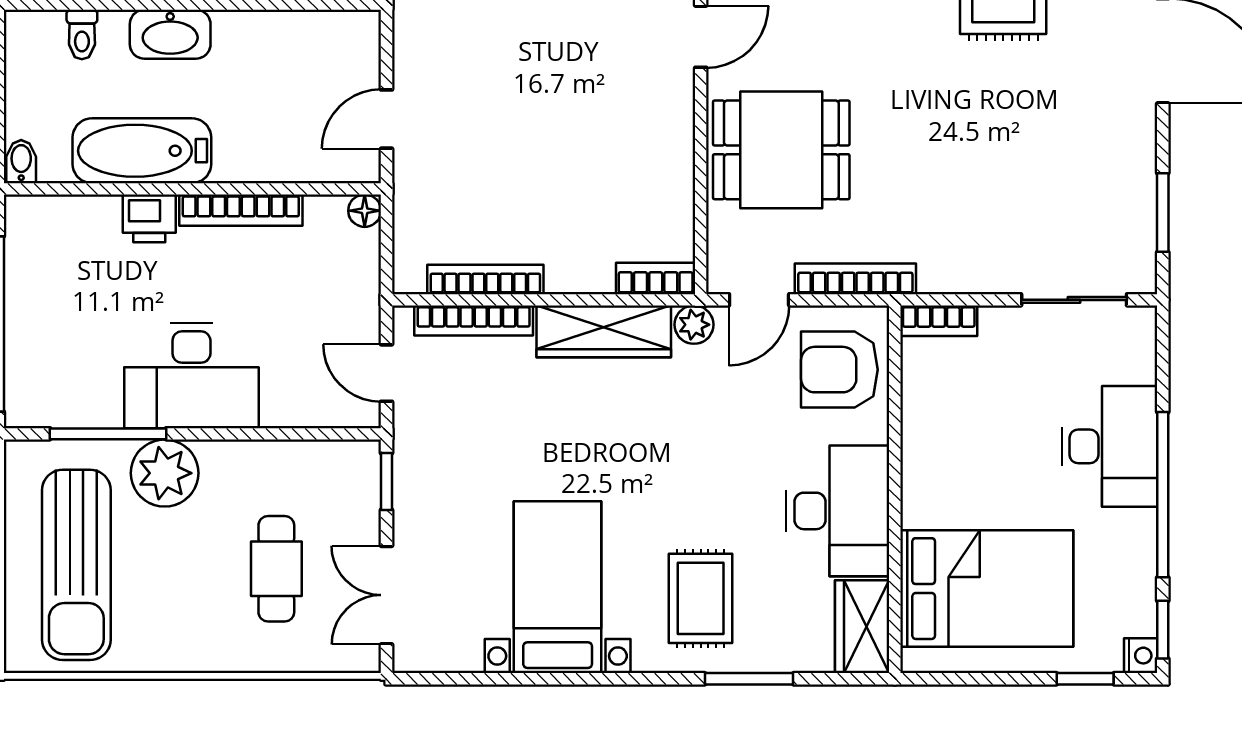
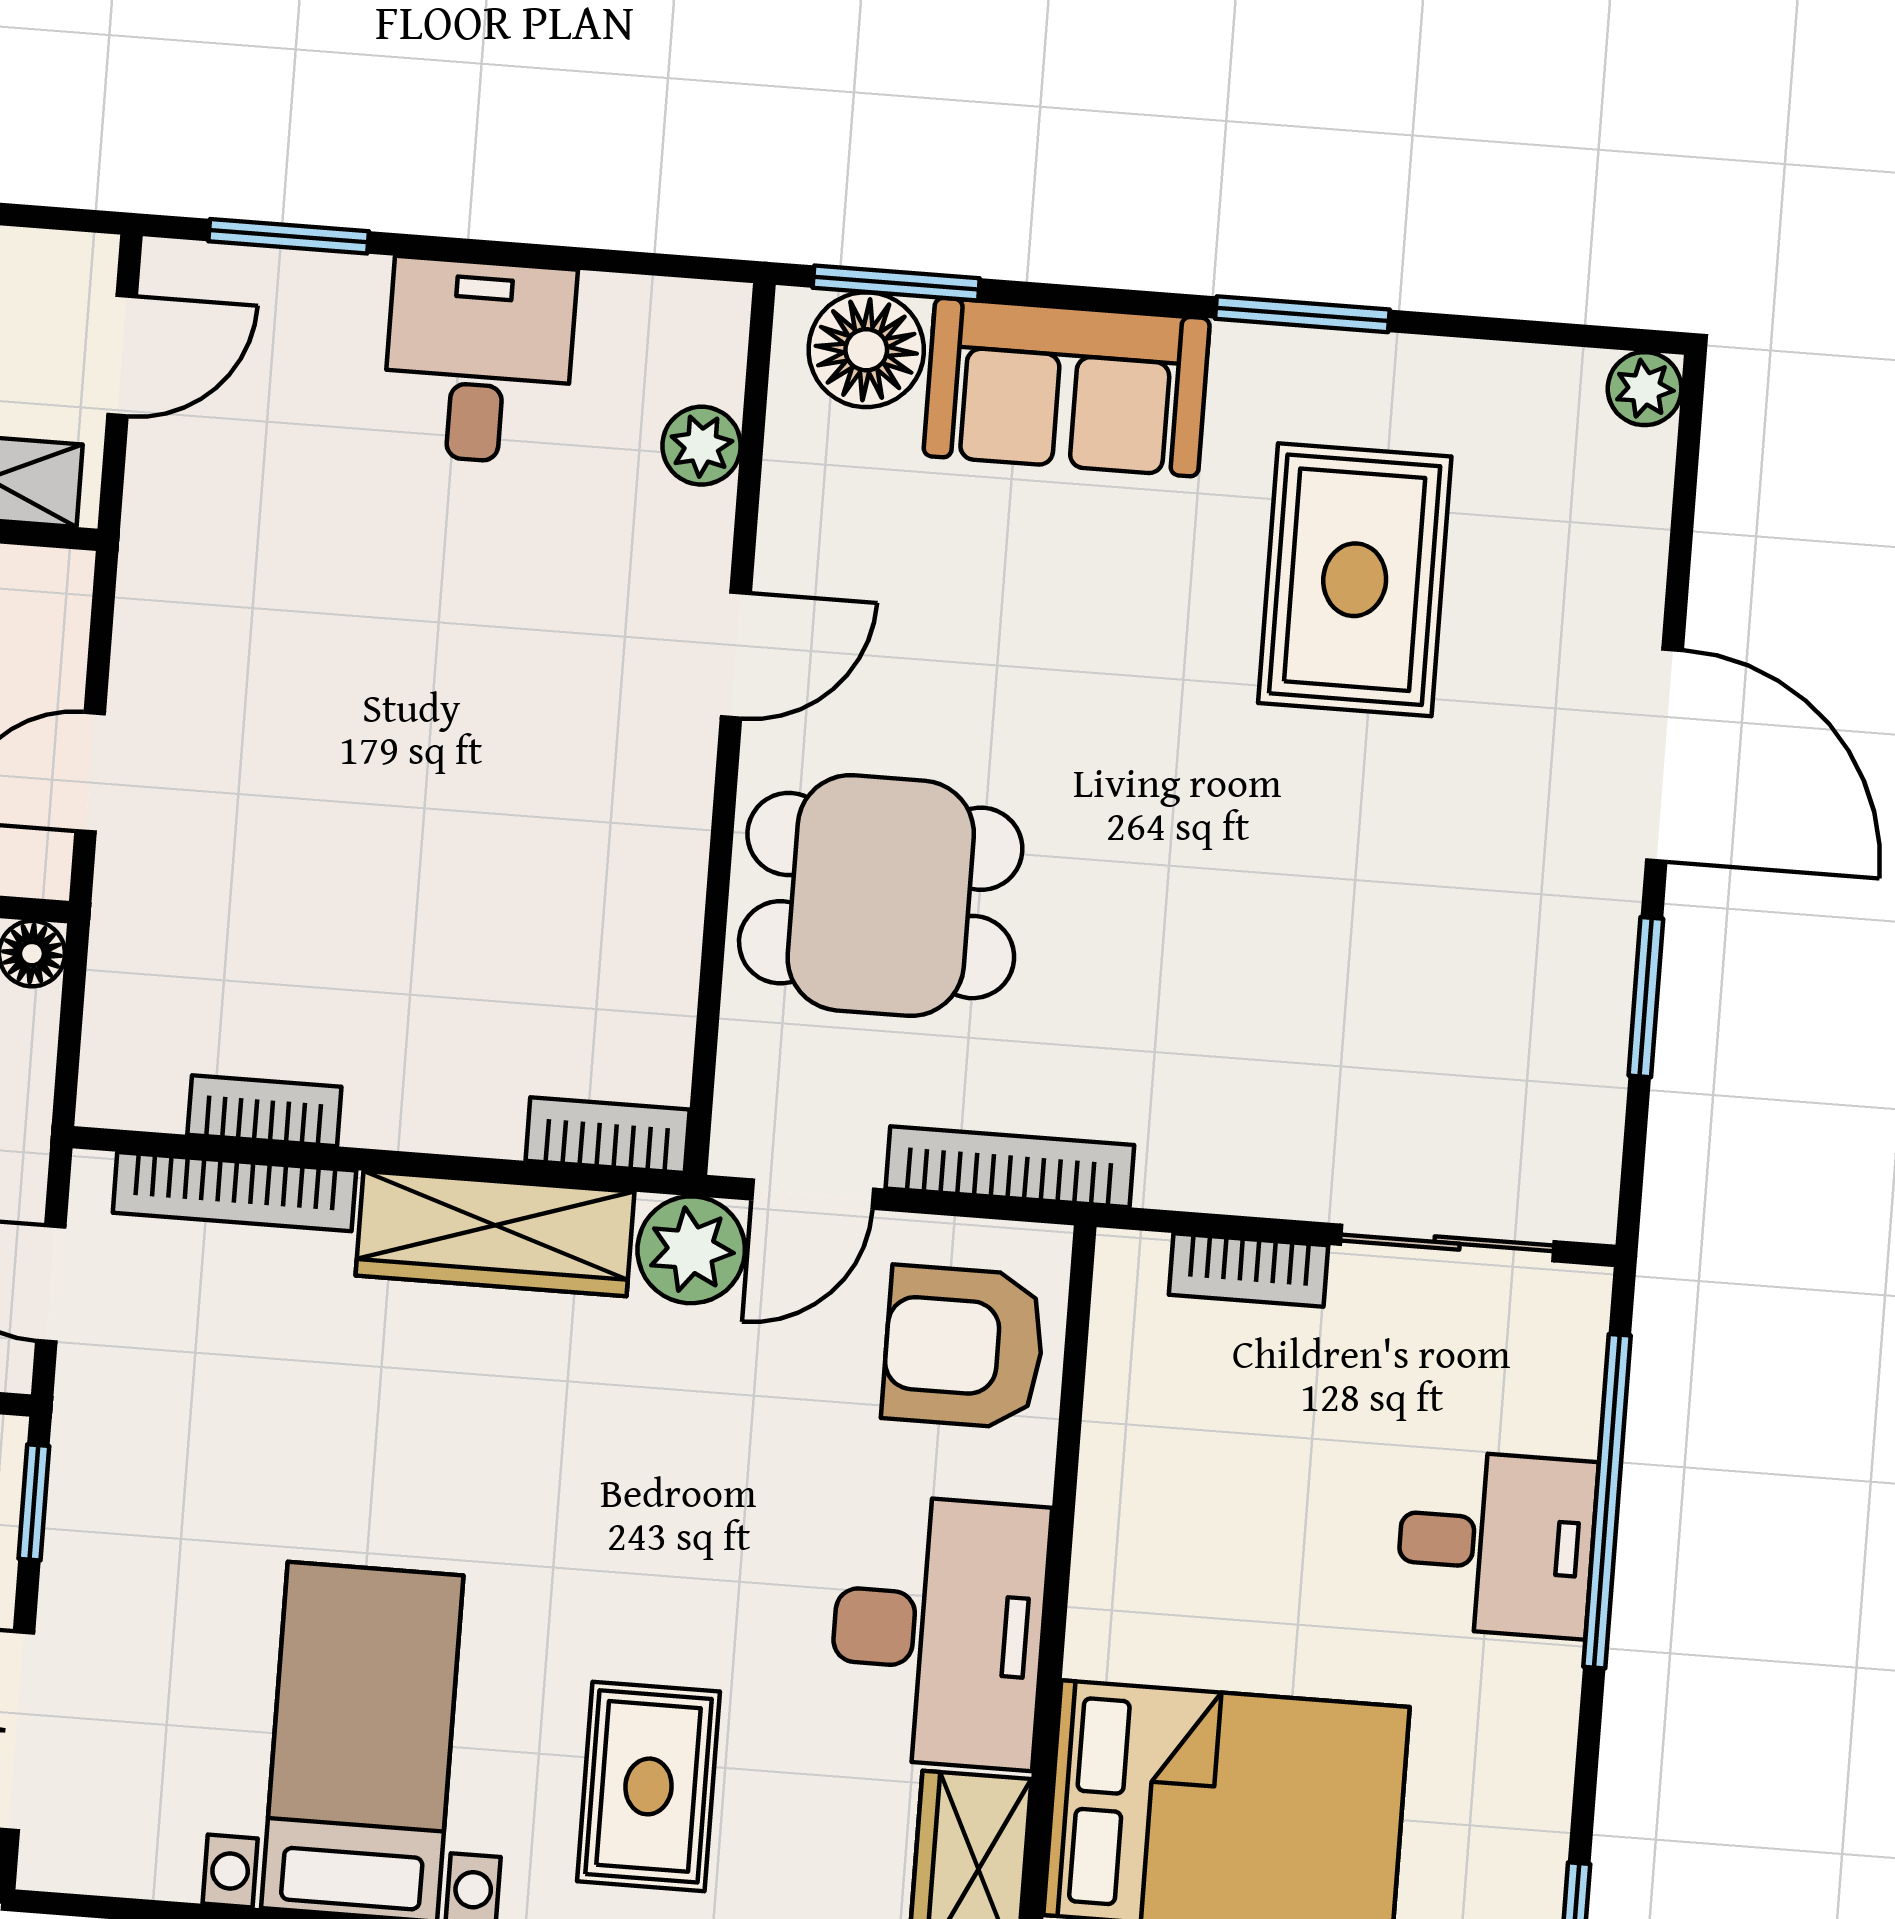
window: (1163, 213) -> (1646, 997), moved
bookcase: (485, 279) -> (264, 1111), width x0.64
bookcase: (939, 321) -> (1249, 1270), moved
plant: (694, 325) -> (691, 1250), width x1.38, depth x1.38
desk: (1110, 446) -> (1496, 1544), width x0.73
window: (1163, 495) -> (1607, 1501), moved

